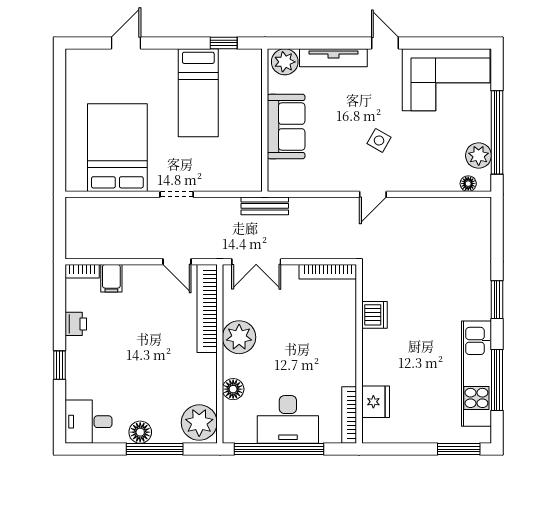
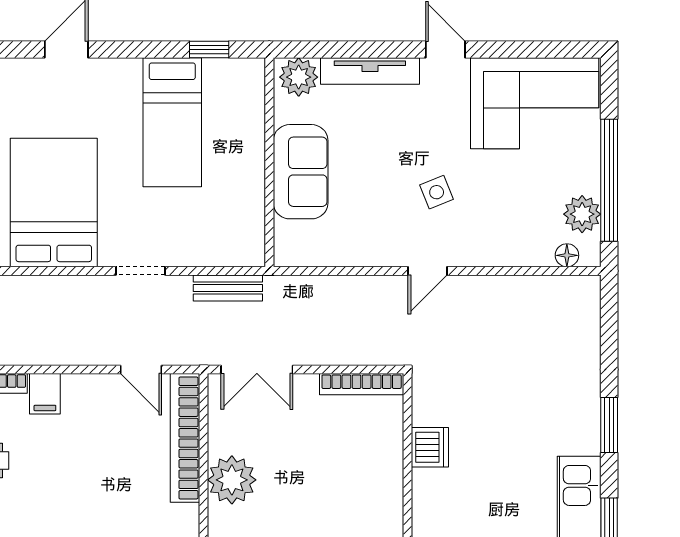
side table: (379, 140) -> (437, 192), turned 38
bench: (265, 206) -> (228, 288), moved

